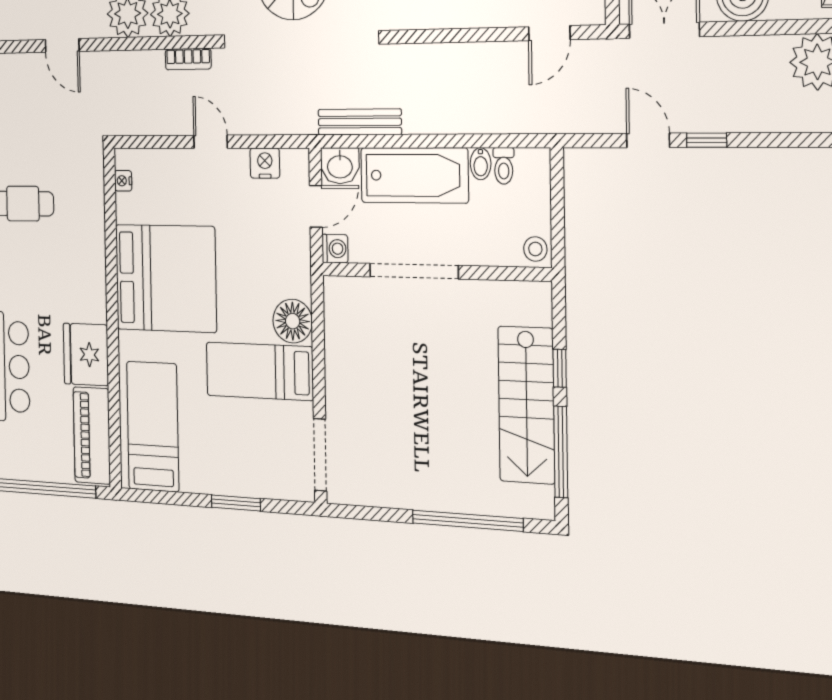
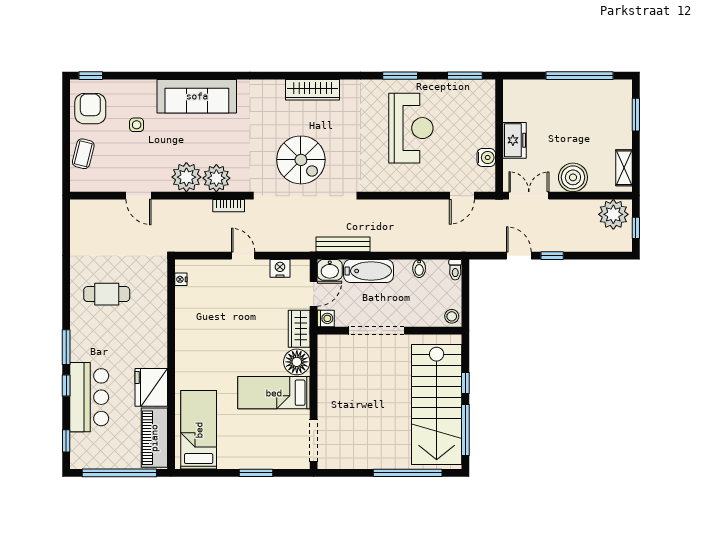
toilet: (504, 166) -> (455, 270), moved
bathtub: (414, 175) -> (369, 271), width x0.73, depth x0.73
wardrobe: (295, 265) -> (299, 329), added
bed: (166, 278) -> (210, 339), removed
stairs: (526, 405) -> (437, 405), width x1.36, depth x1.51

